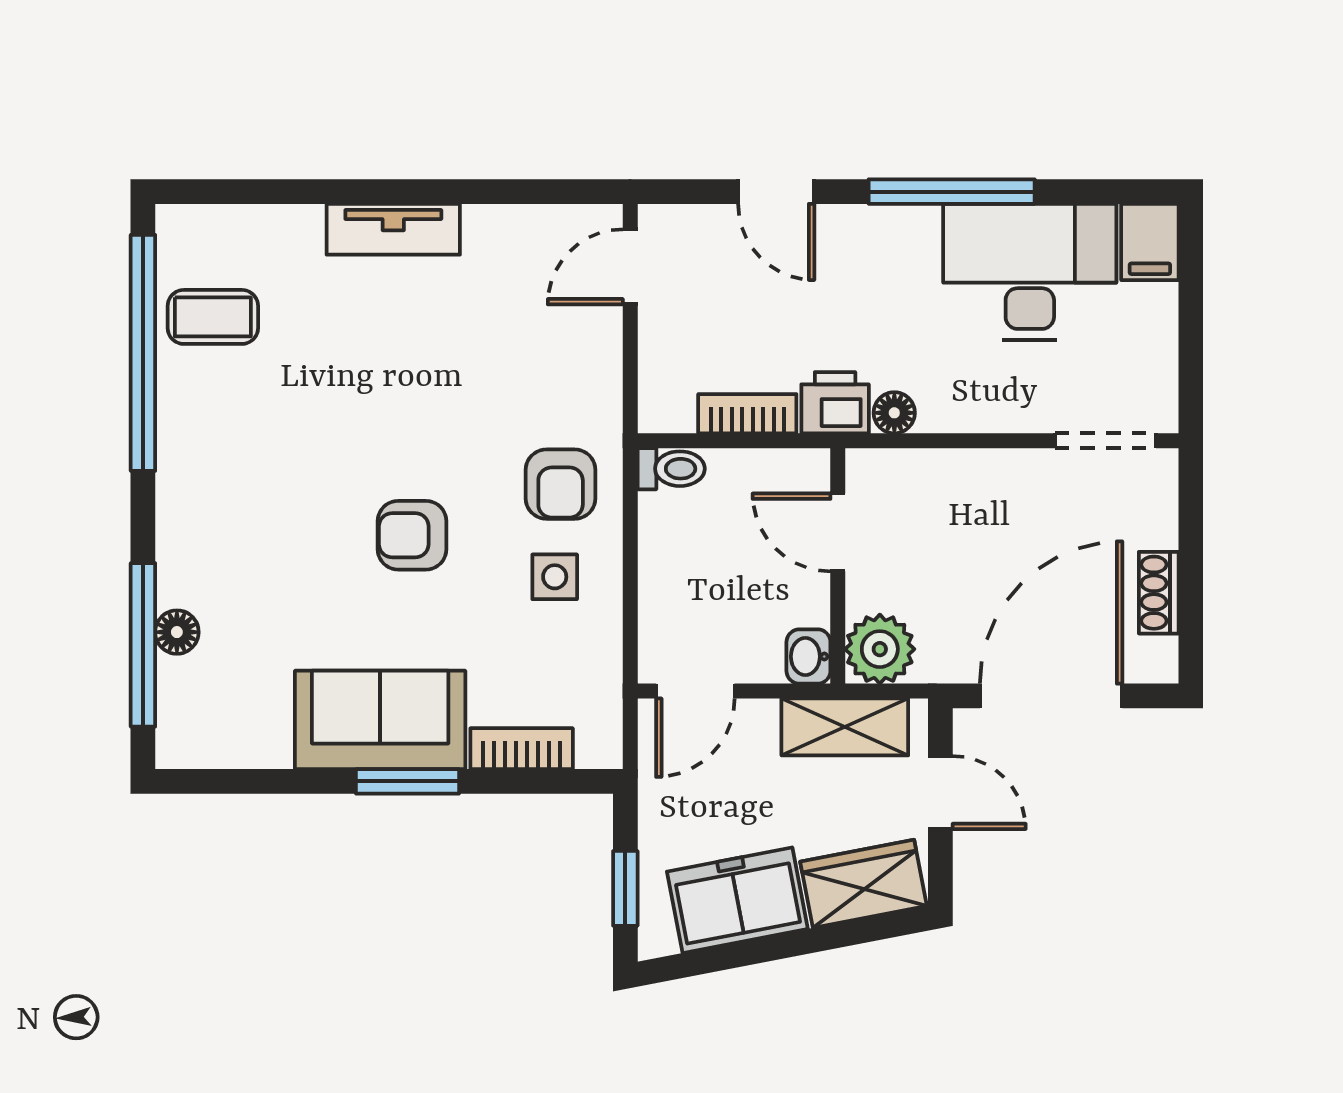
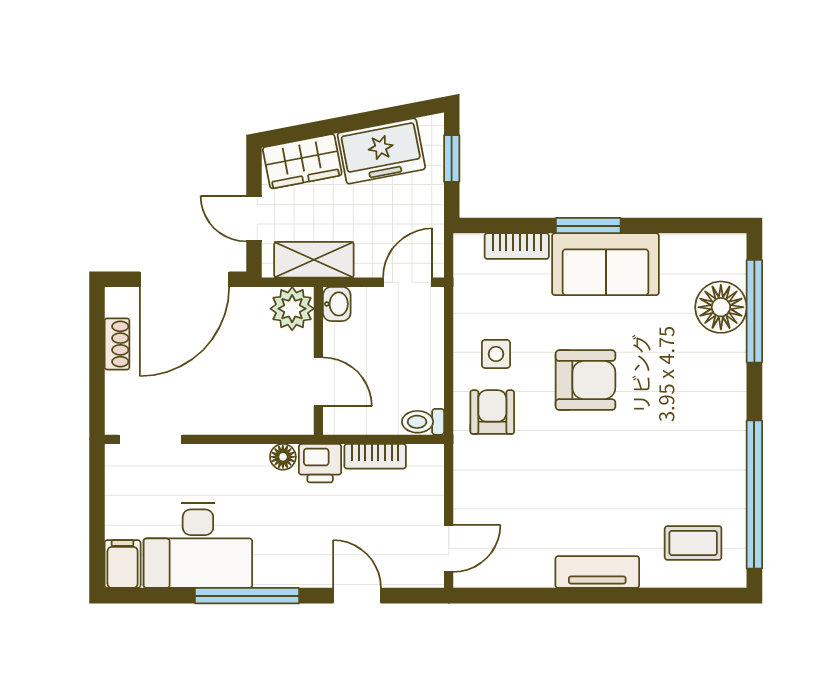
coffee table: (213, 317) -> (693, 543), moved
armchair: (412, 535) -> (585, 380), width x1.38, depth x1.38
floor lamp: (177, 632) -> (721, 307), width x1.89, depth x1.89

